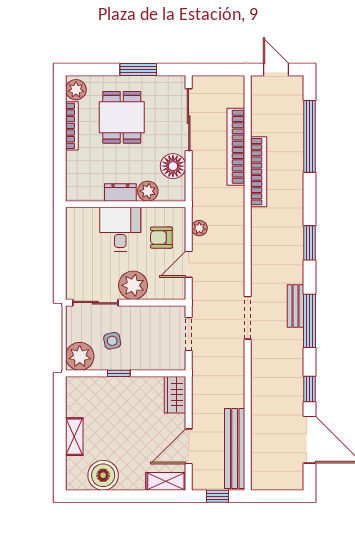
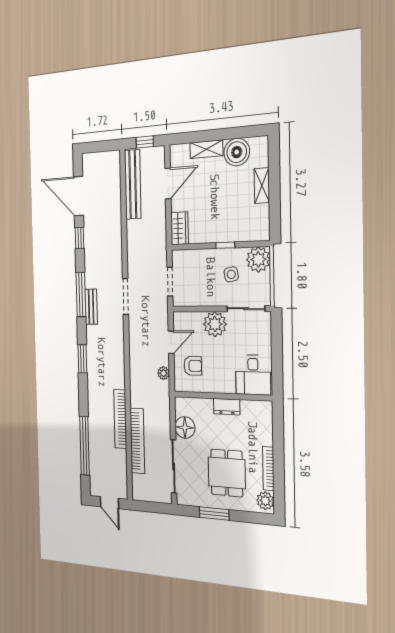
plant: (148, 191) -> (204, 407), removed
desk: (120, 229) -> (253, 375), moved
shelving: (166, 481) -> (206, 149), moved

